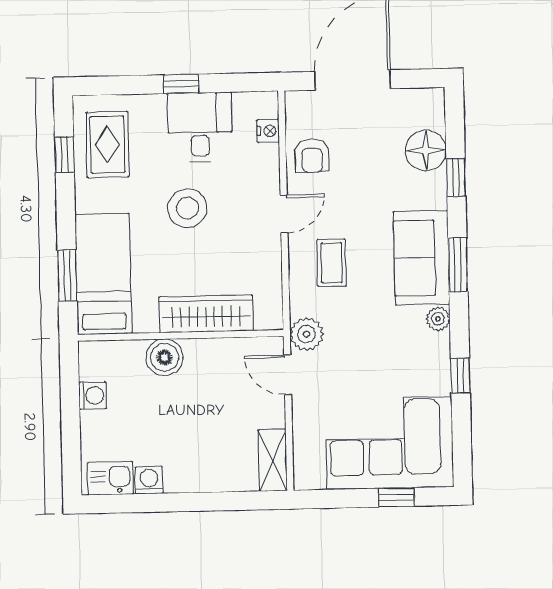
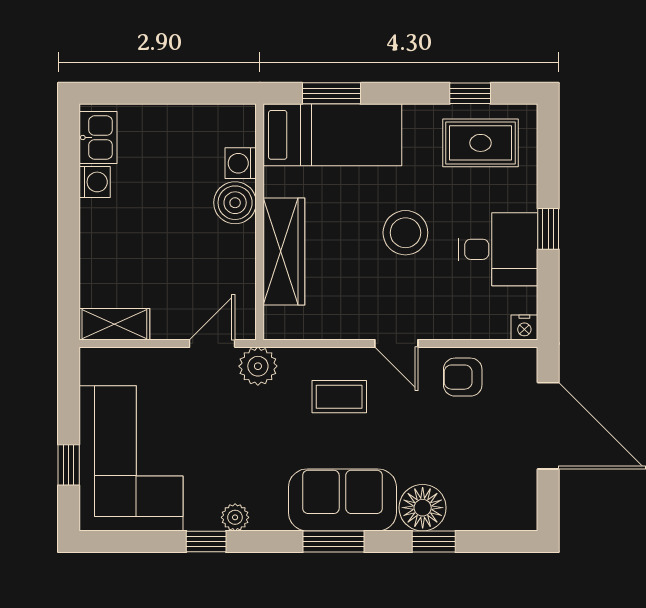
nightstand: (268, 131) -> (524, 327), moved
floor lamp: (426, 150) -> (423, 508), moved
plant: (438, 319) -> (235, 517), moved
washing machine: (93, 395) -> (241, 163), moved, turned 90

